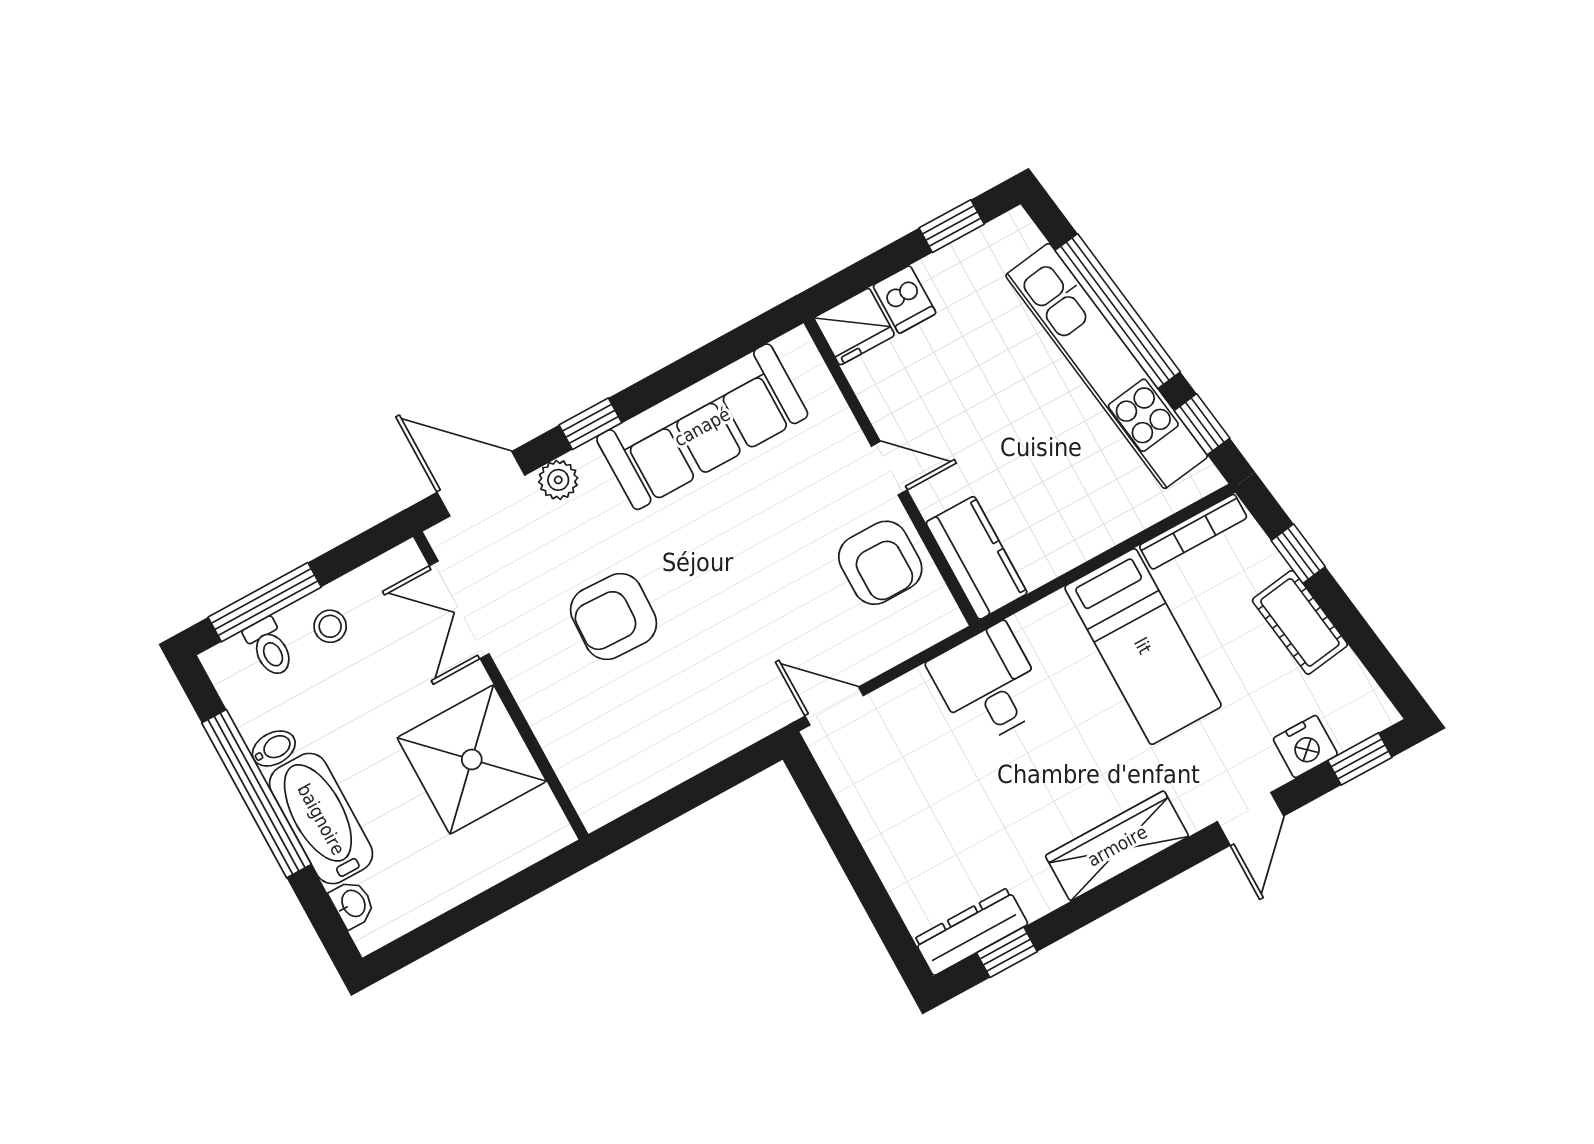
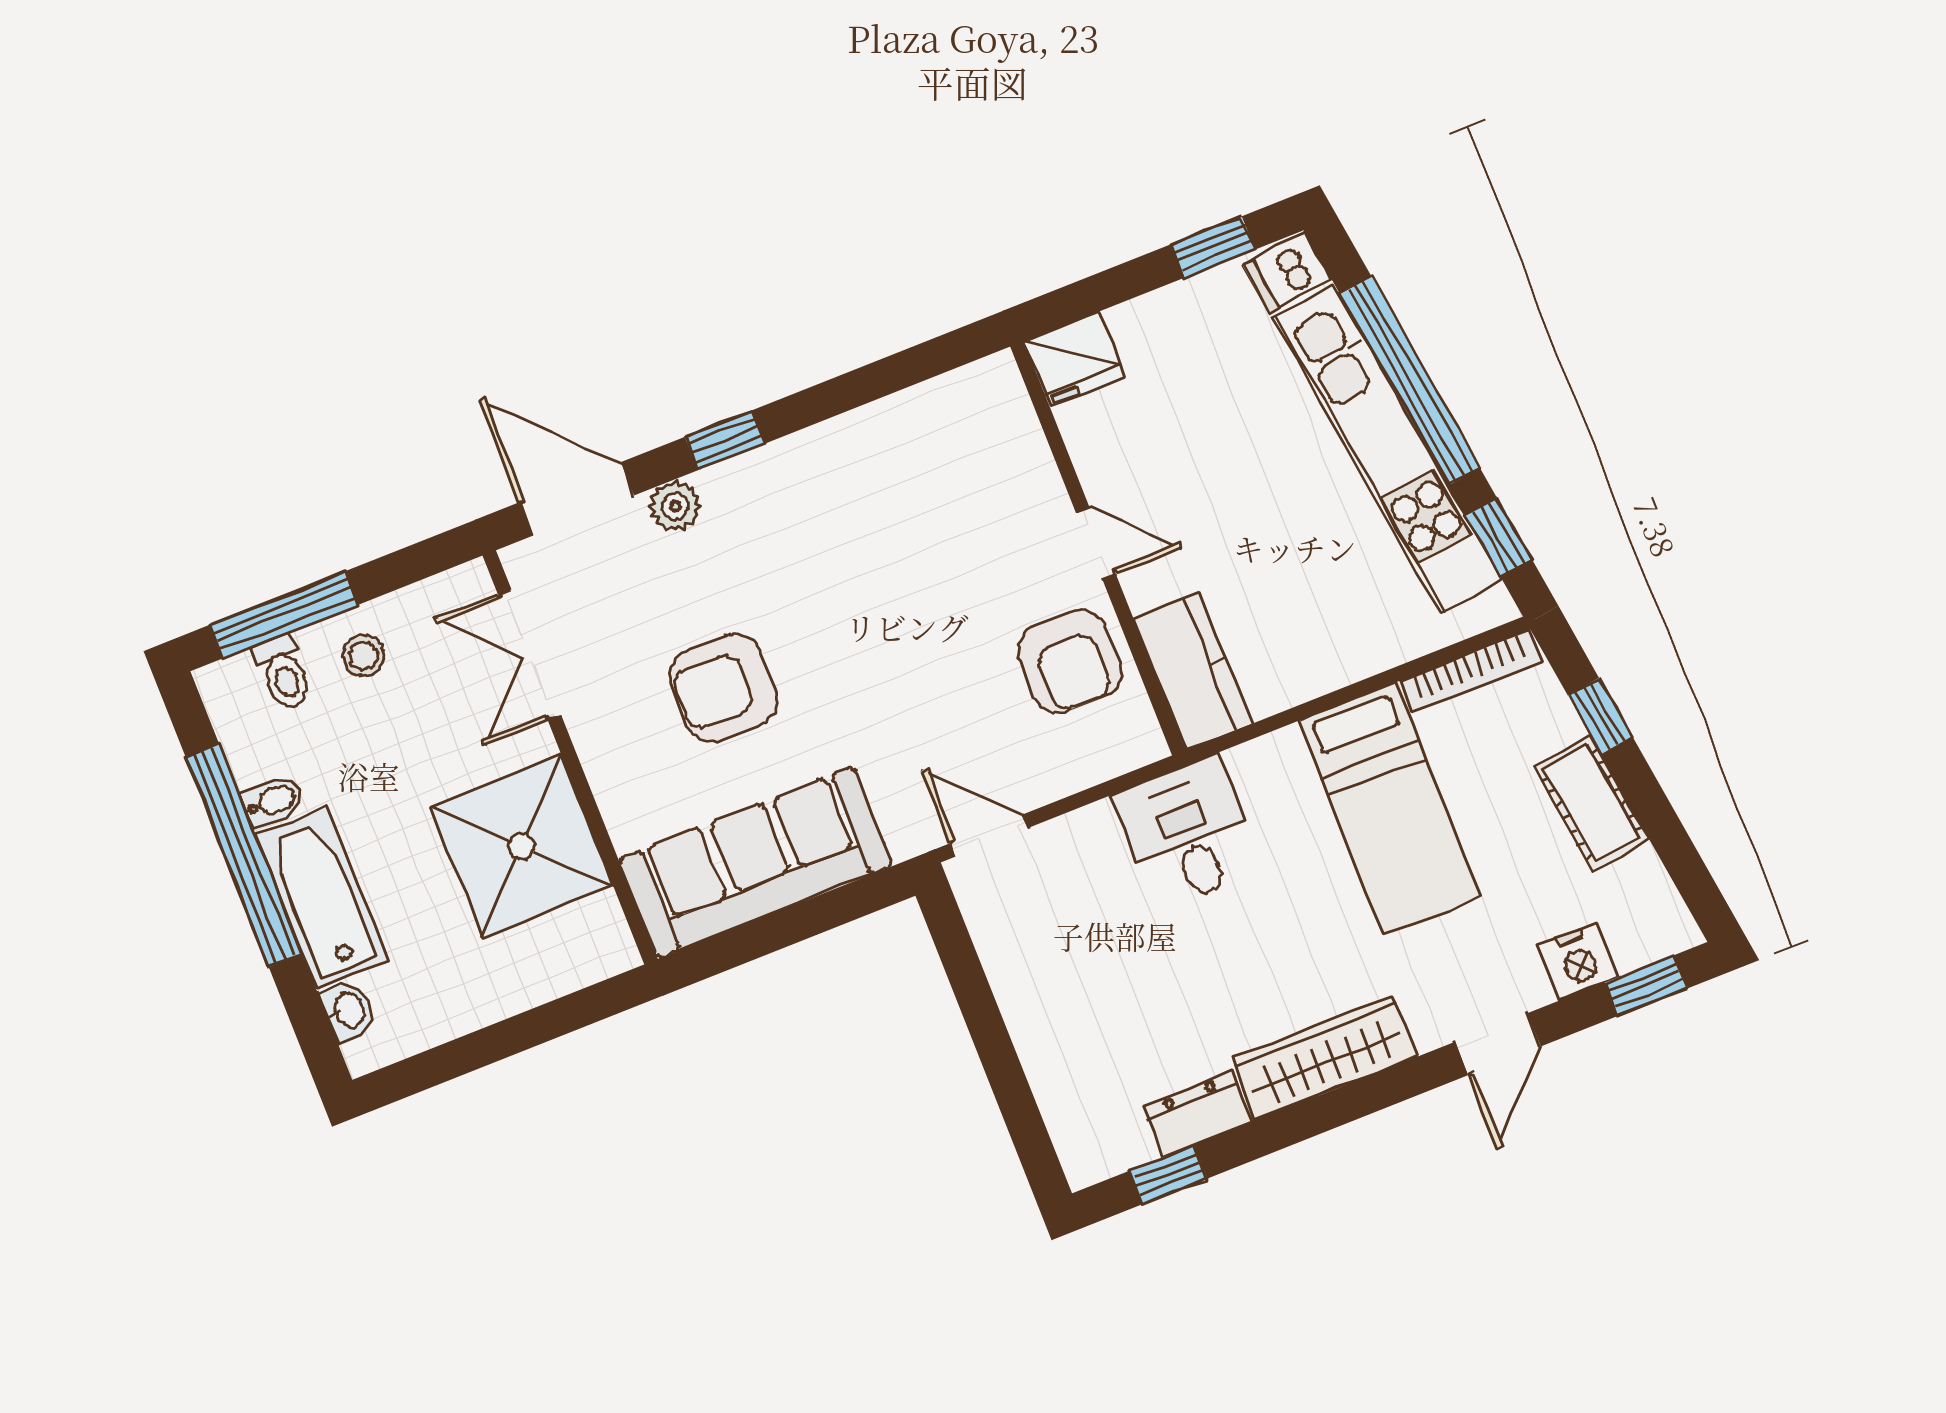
dishwasher: (904, 299) -> (1287, 272), moved, turned 82
sofa: (702, 427) -> (756, 862), moved, turned 180
dresser: (971, 932) -> (1197, 1115), moved, width x0.70

